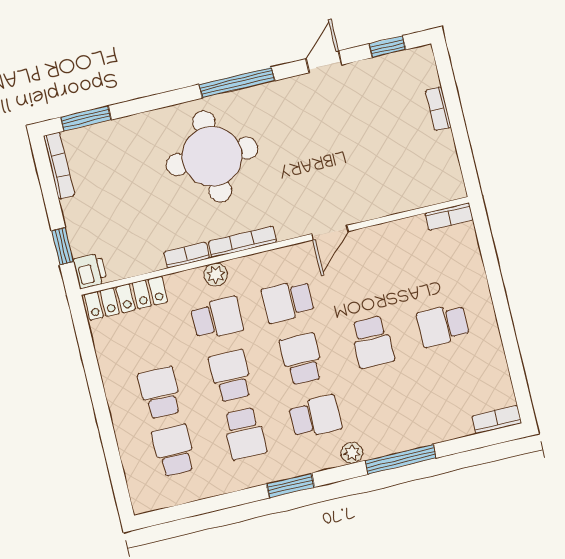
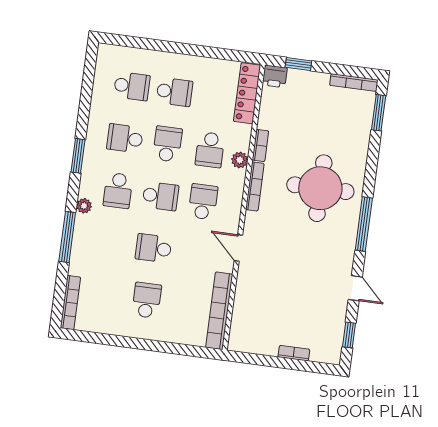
bookcase: (449, 217) -> (219, 311), width x2.31, depth x1.31
school desk: (231, 376) -> (167, 144), turned -90
bookcase: (497, 420) -> (70, 303), width x1.56

